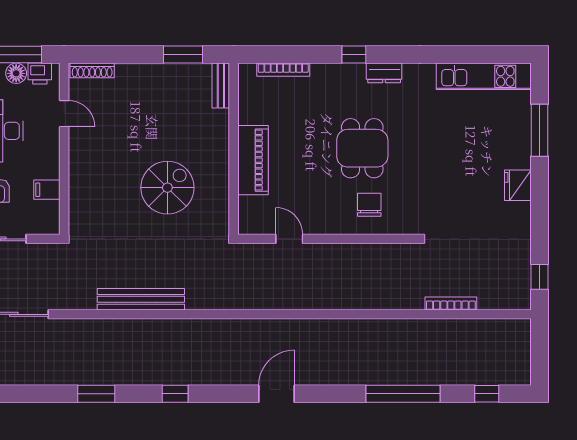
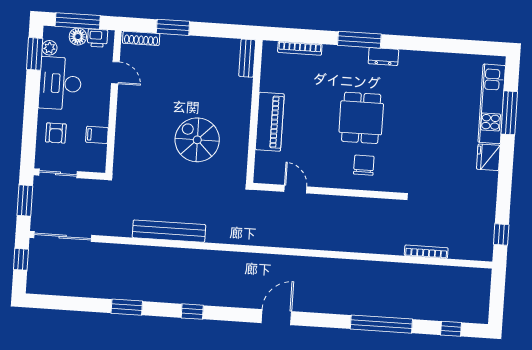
window: (183, 55) -> (173, 27), moved
window: (354, 55) -> (359, 40), width x2.17
kitchen unit: (484, 76) -> (492, 104), moved, turned 90
spiral stairs: (167, 188) -> (197, 140), turned -90

